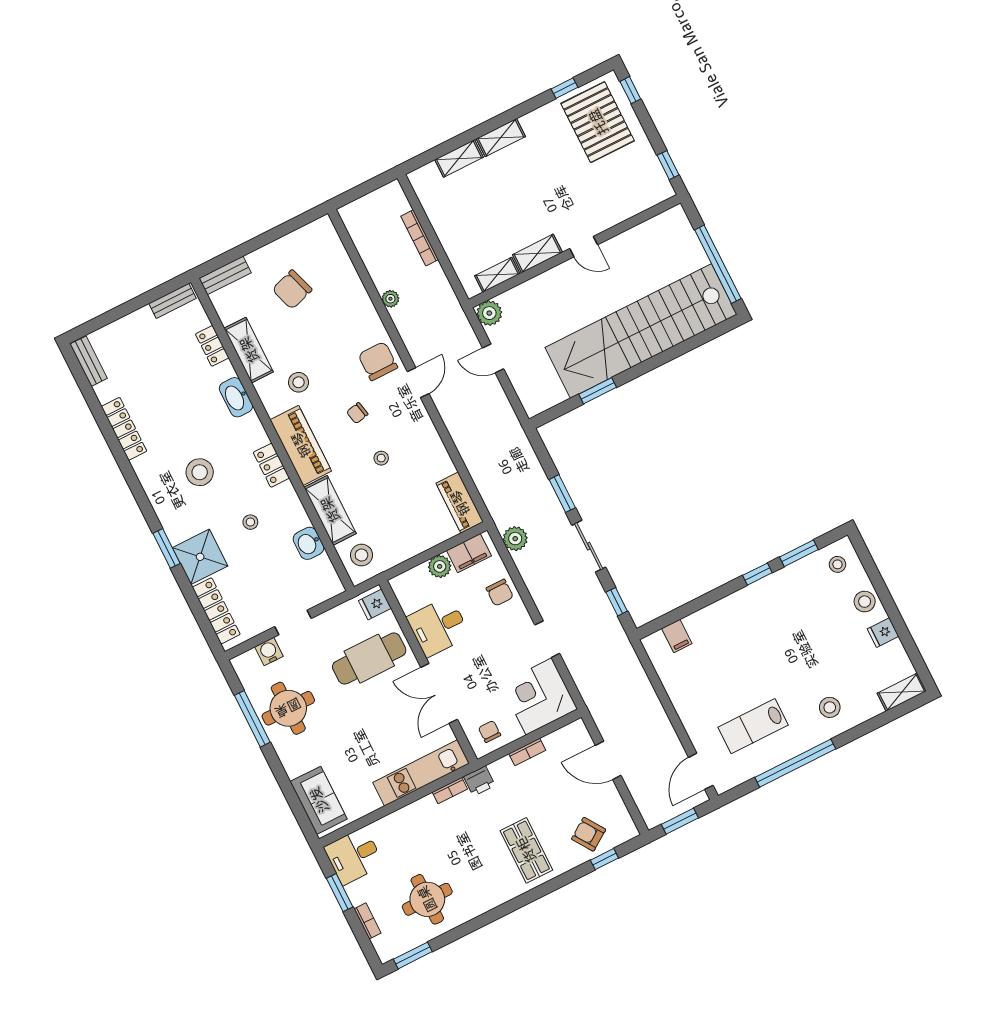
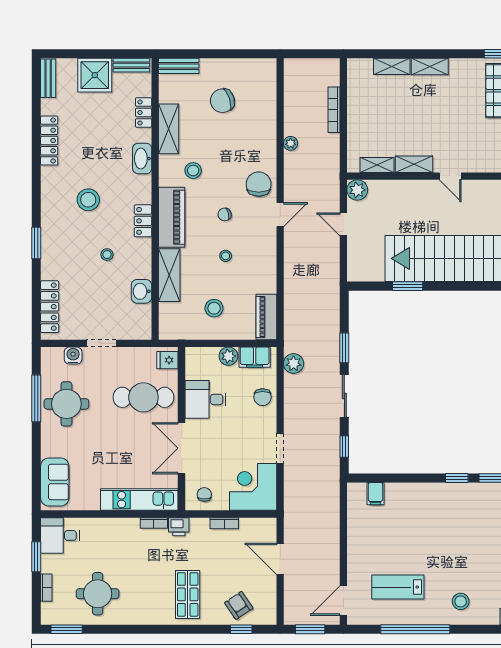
stool: (361, 555) -> (214, 308), moved
shower: (200, 557) -> (95, 75), moved

